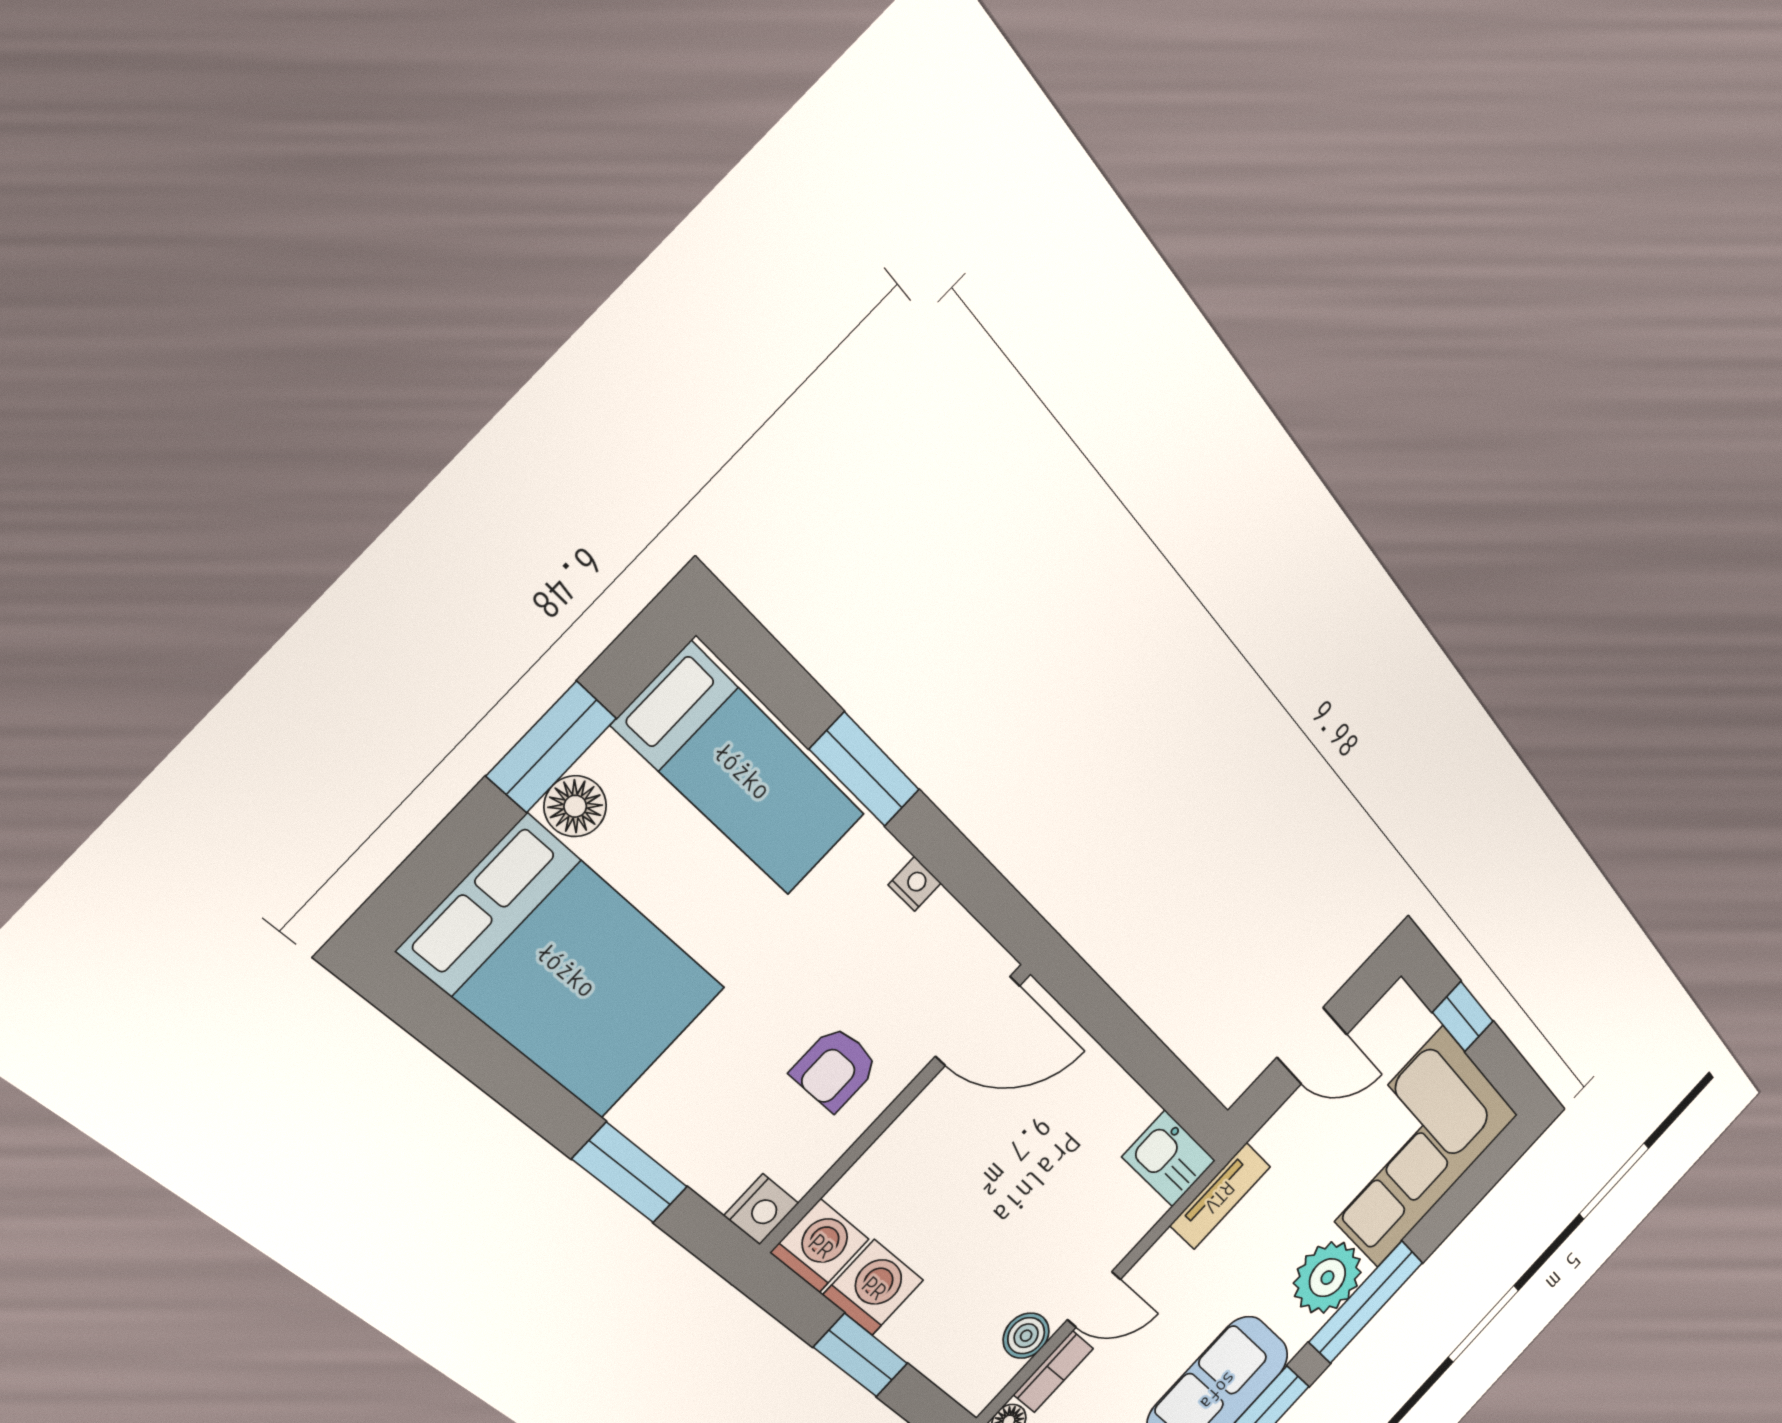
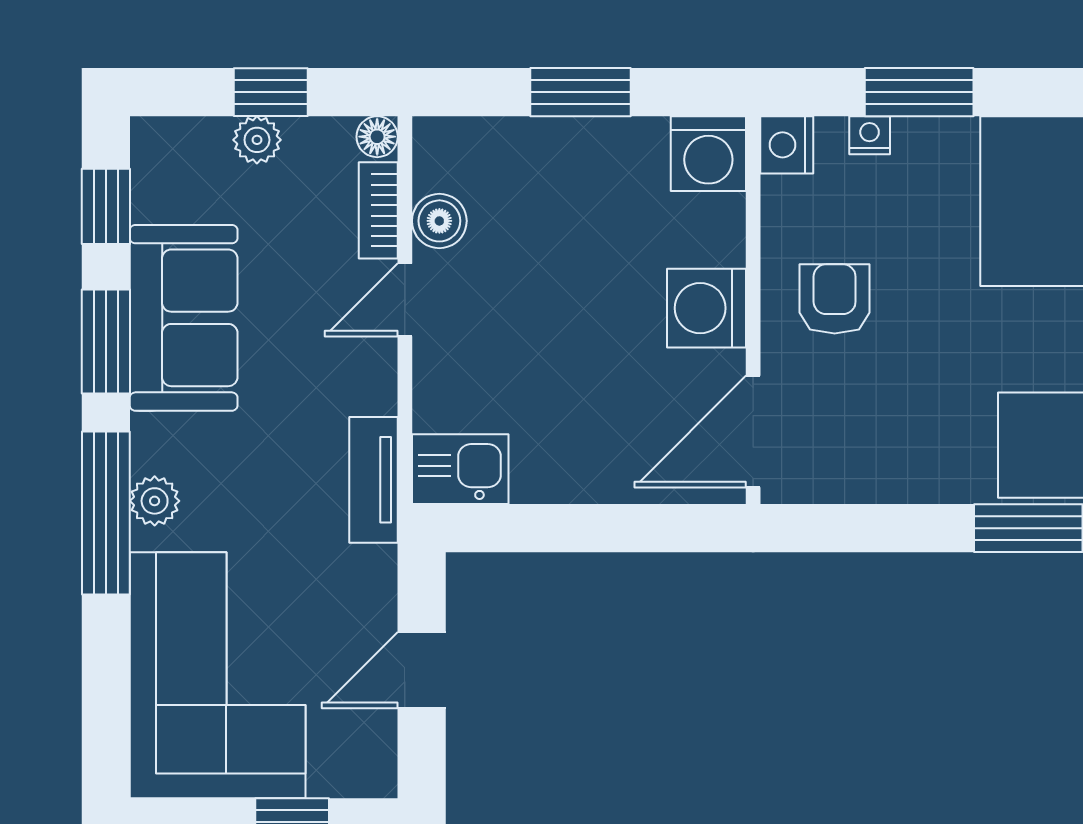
nightstand: (915, 884) -> (870, 135), moved, turned 180
plant: (1327, 1278) -> (155, 501), width x0.53, depth x0.53
washing machine: (873, 1288) -> (706, 308), moved, turned 90

